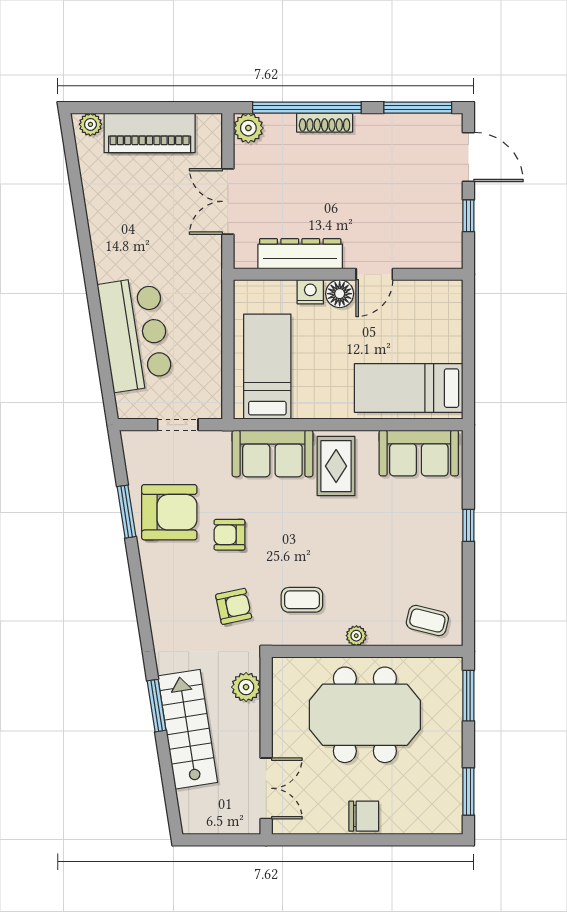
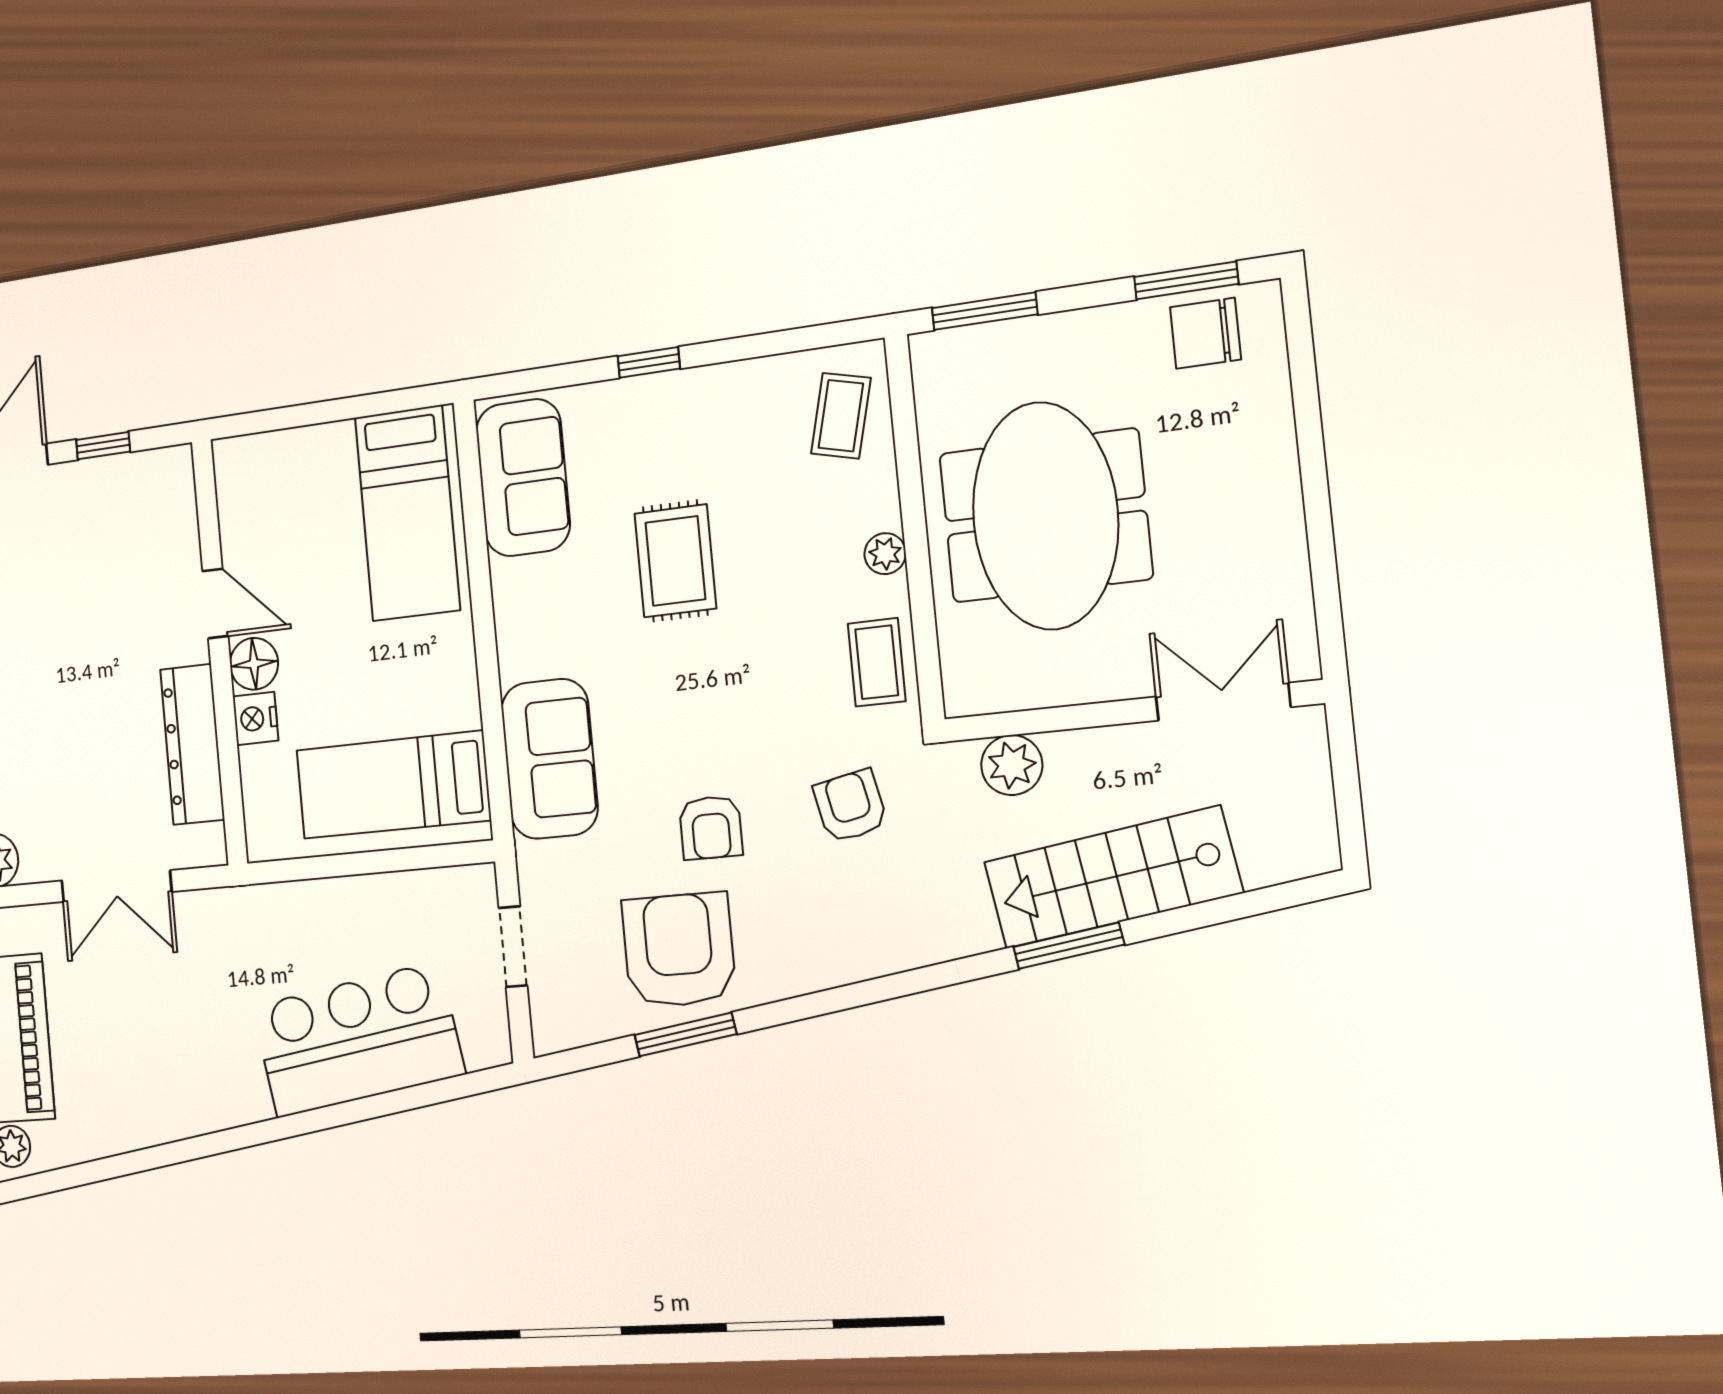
rug: (336, 466) -> (675, 561), moved, turned 90
coffee table: (302, 600) -> (877, 662), moved
chair: (364, 816) -> (1205, 333), moved, turned -90

